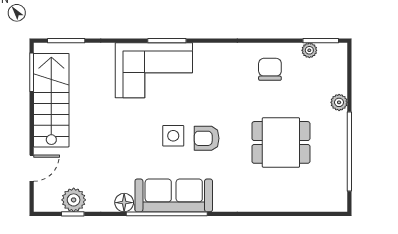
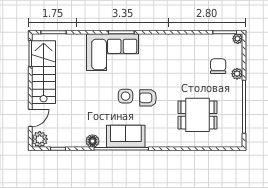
plant: (309, 50) -> (238, 39), moved
chair: (270, 69) -> (218, 66), moved
dining table: (281, 142) -> (197, 115), moved
sofa: (174, 195) -> (126, 136), width x0.73
plant: (74, 200) -> (40, 139), moved

